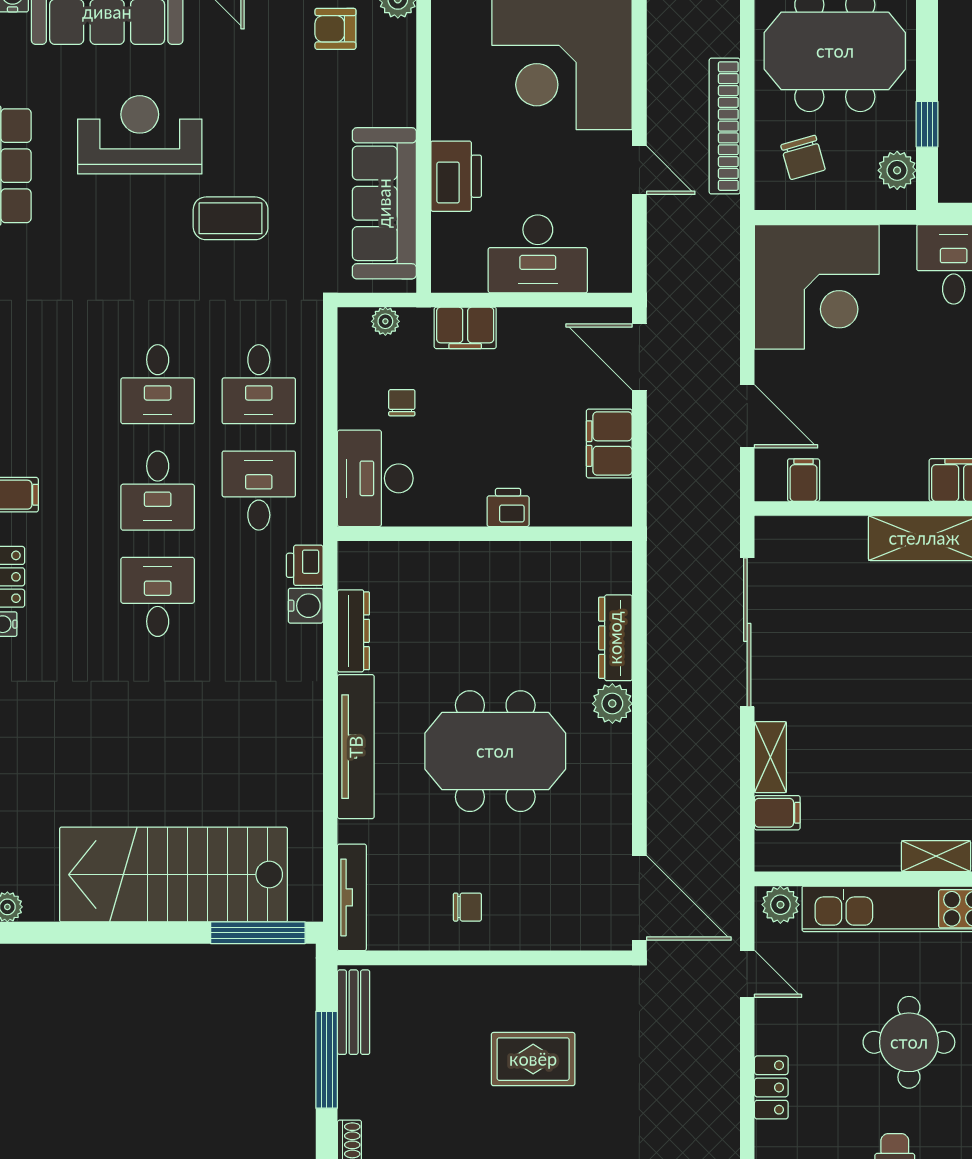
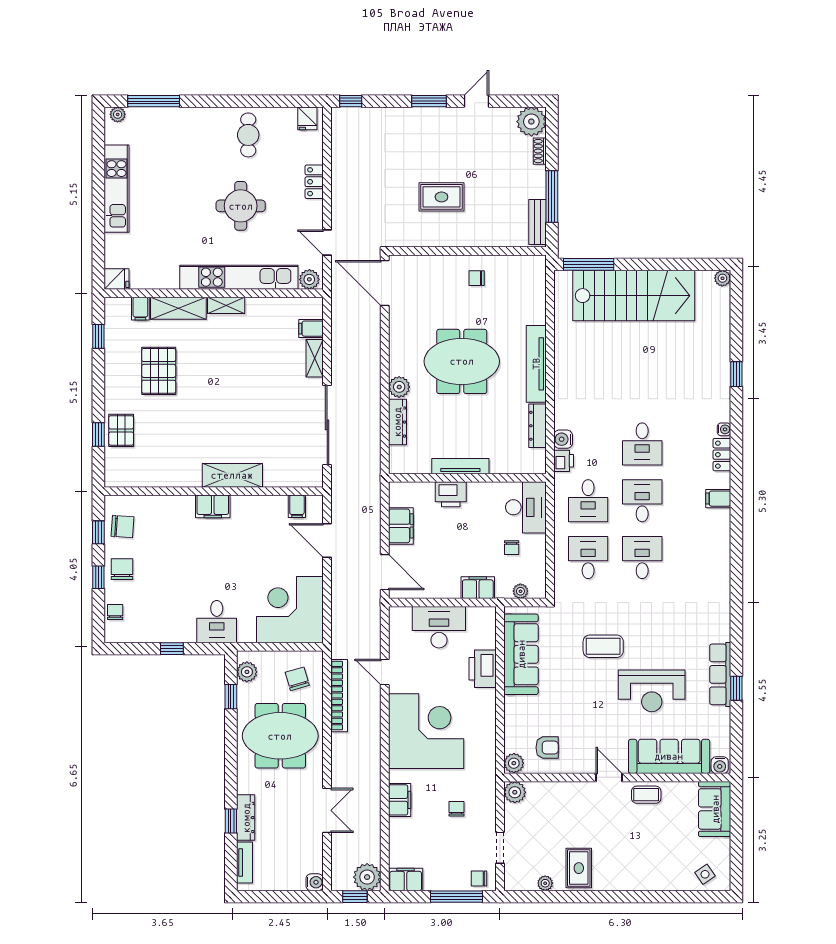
printer: (508, 507) -> (451, 494), width x1.36, depth x1.24
tv unit: (352, 897) -> (460, 466), moved, turned 90

